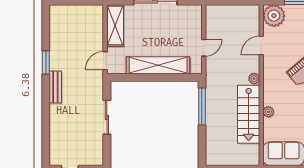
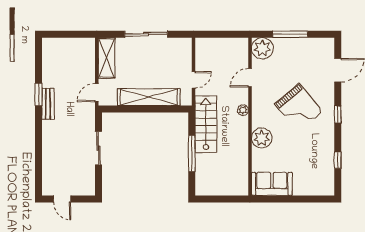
bench: (55, 87) -> (48, 104), moved
window: (202, 106) -> (192, 153), moved
plant: (268, 112) -> (262, 138), width x1.87, depth x1.87
stairs: (249, 114) -> (206, 124), moved, turned 180

